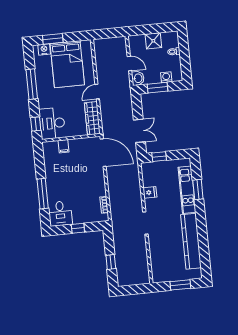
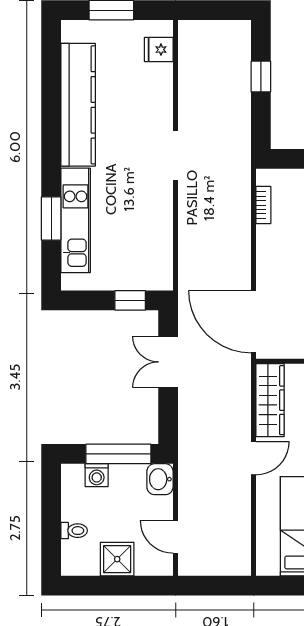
door: (129, 64) -> (176, 537), moved
window: (157, 88) -> (118, 454), width x1.44
fridge: (150, 192) -> (159, 50), moved

